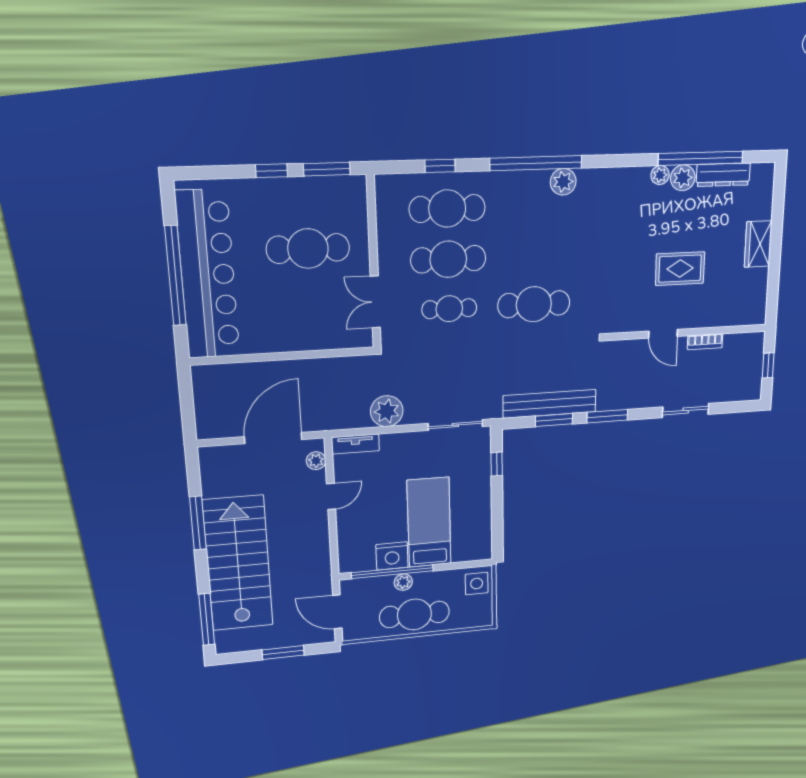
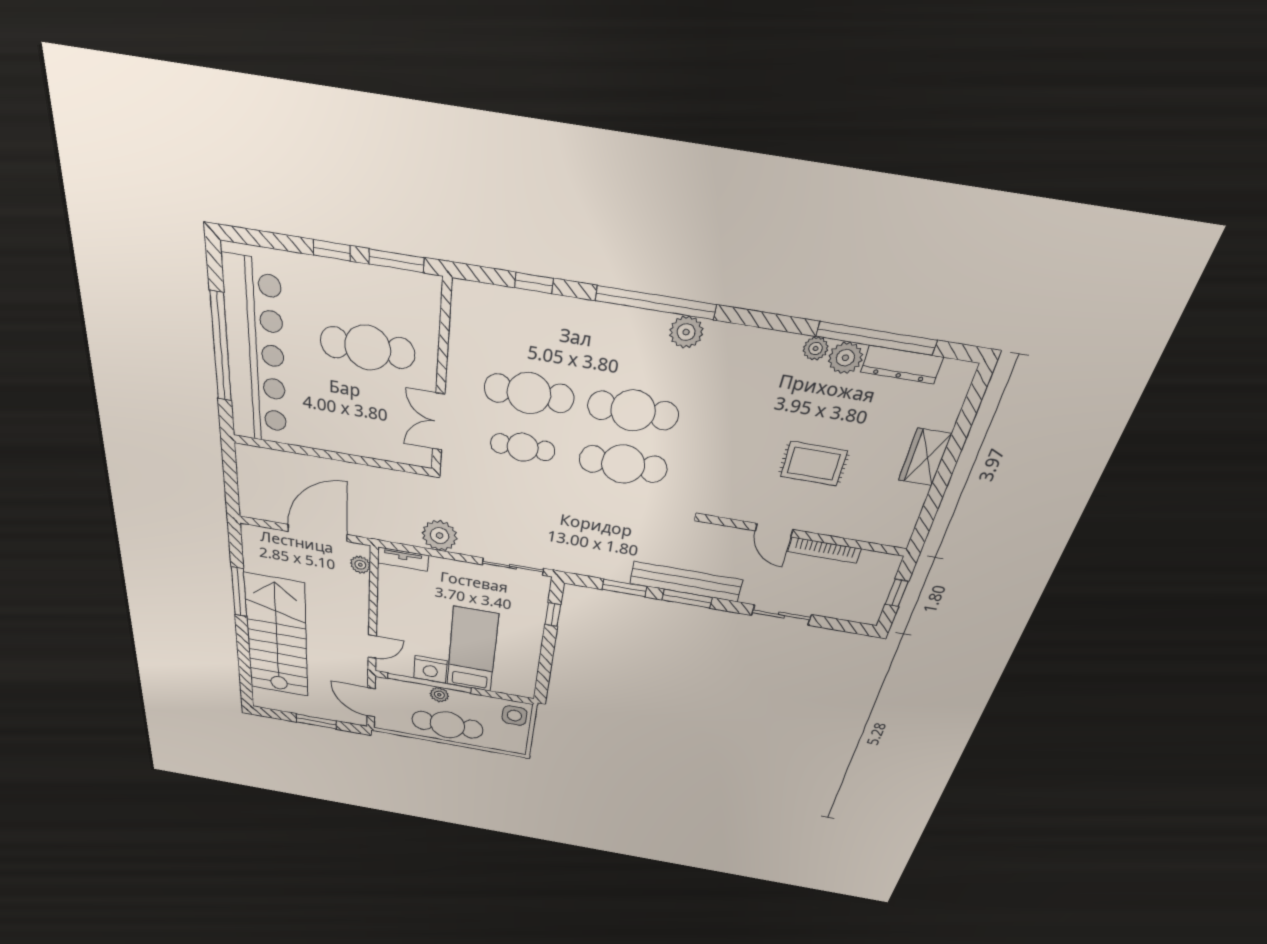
cafe table: (447, 209) -> (633, 410), moved
bookcase: (705, 342) -> (824, 550), width x1.56
bench: (550, 404) -> (686, 582), moved
door: (331, 496) -> (372, 647), moved
window: (207, 619) -> (245, 675), removed

